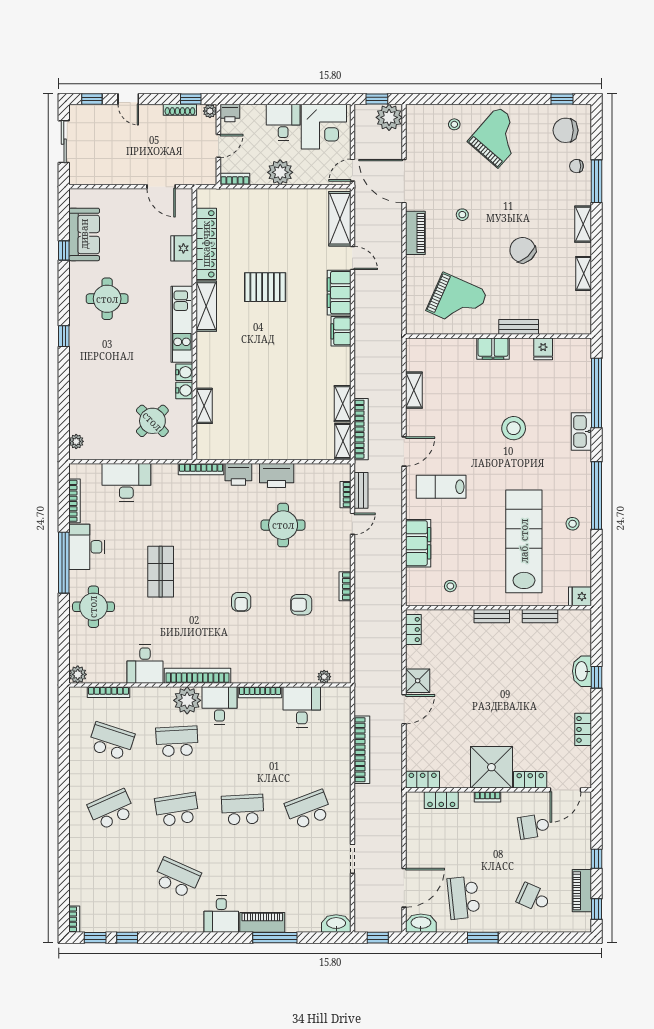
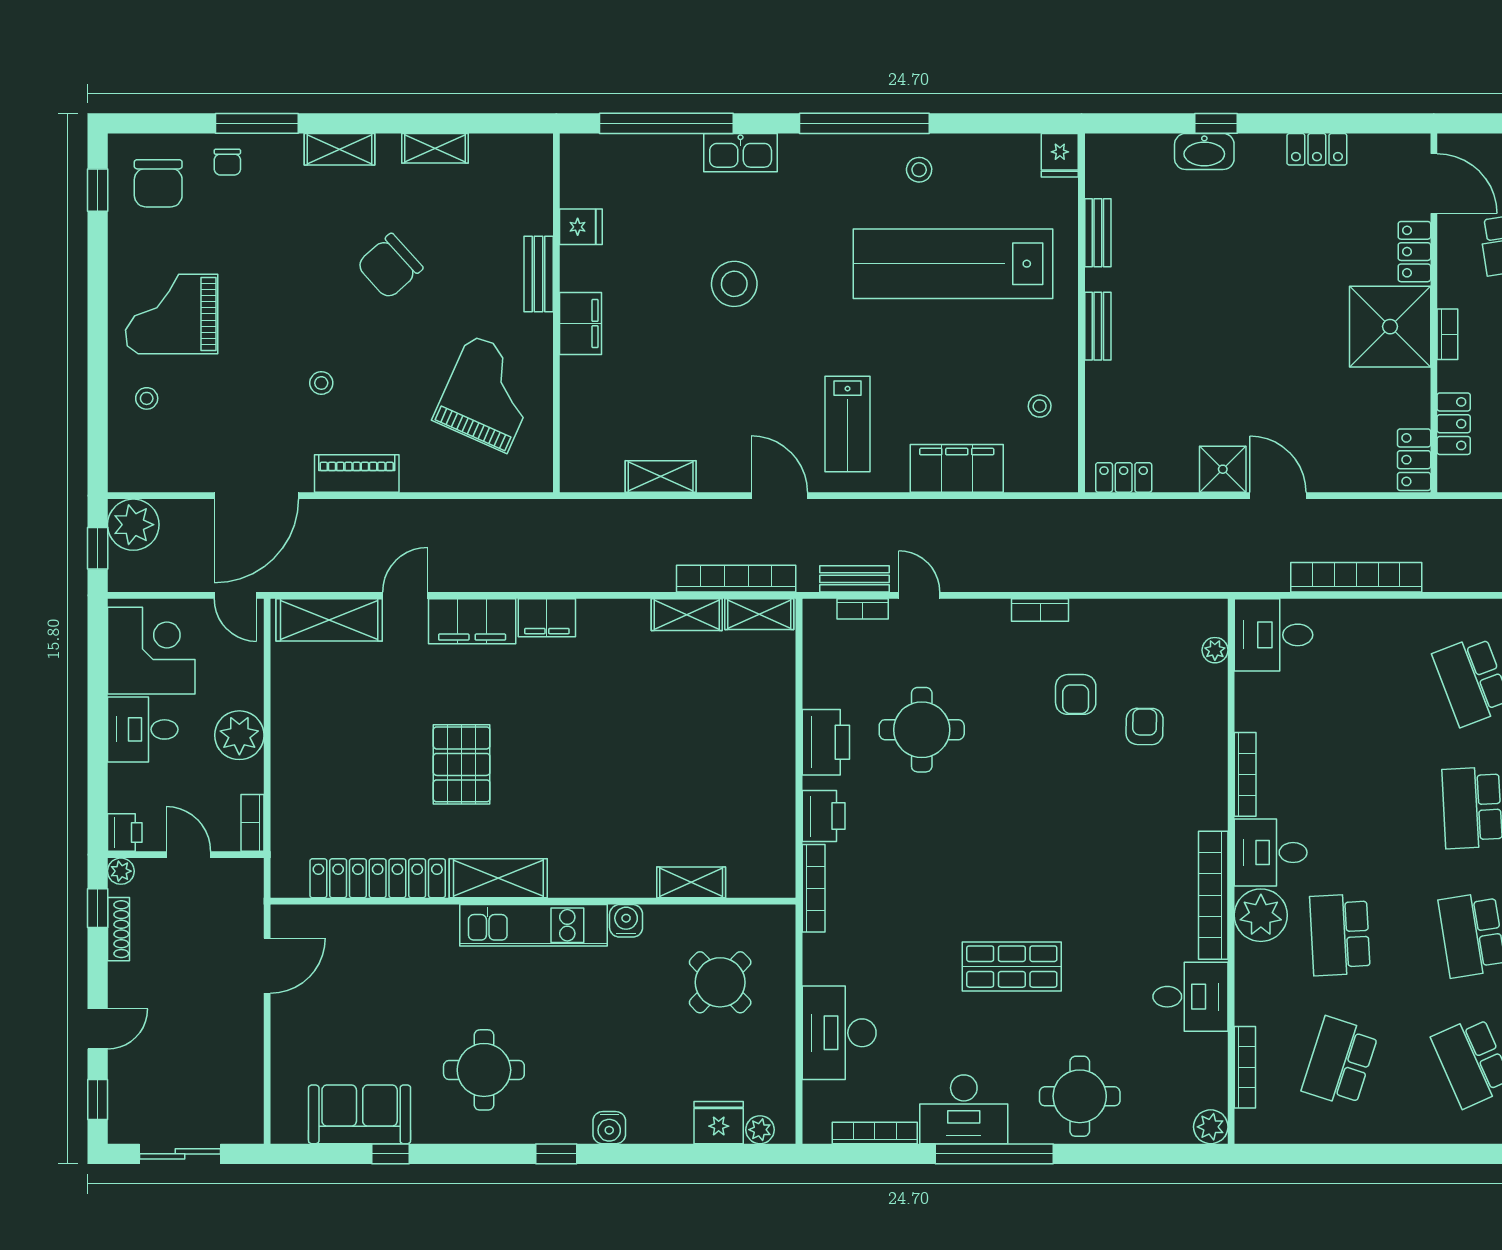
grand piano: (498, 137) -> (172, 314), turned -41
fridge: (182, 248) -> (719, 1123), moved, turned 180
water cooler: (184, 390) -> (609, 1128), moved, turned 180
armchair: (241, 602) -> (1145, 726), moved, turned -89
desk: (302, 707) -> (1273, 635), moved

